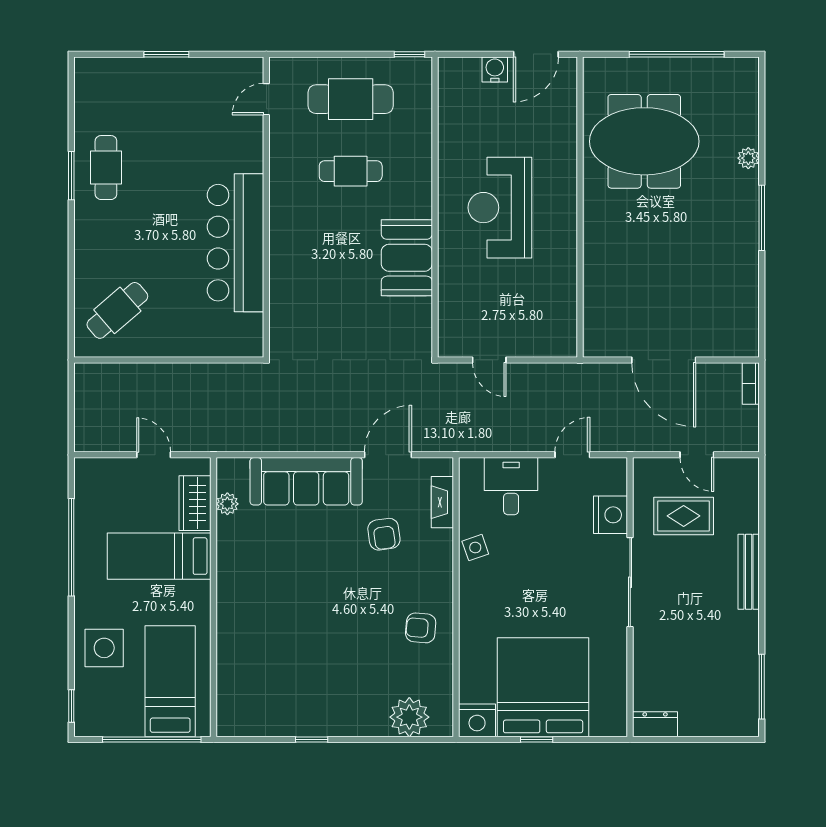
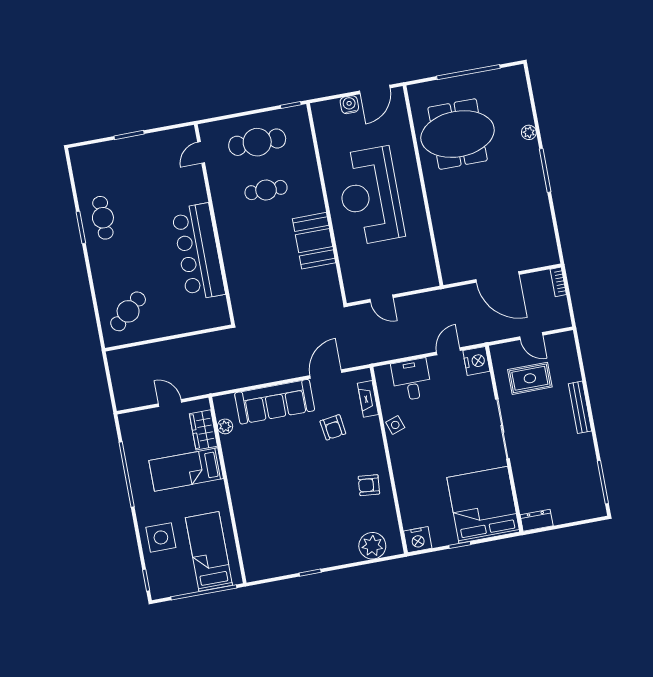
reception desk: (500, 208) -> (370, 196), width x1.36, depth x1.30
nightstand: (610, 515) -> (476, 361), moved
bed: (543, 687) -> (483, 505), moved

